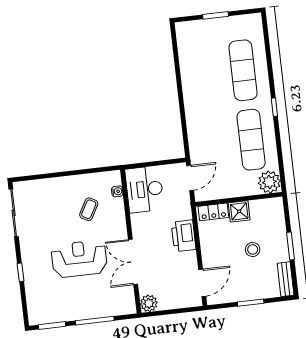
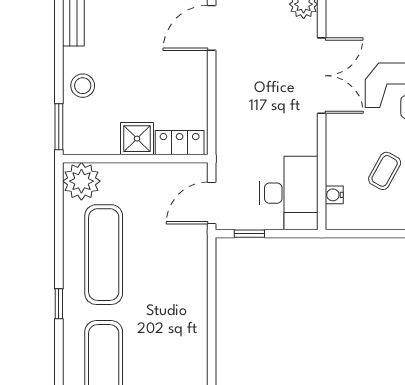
window: (165, 162) -> (249, 234), added
printer: (184, 236) -> (233, 109), removed
window: (290, 246) -> (59, 127), moved
stool: (253, 249) -> (83, 86), moved

